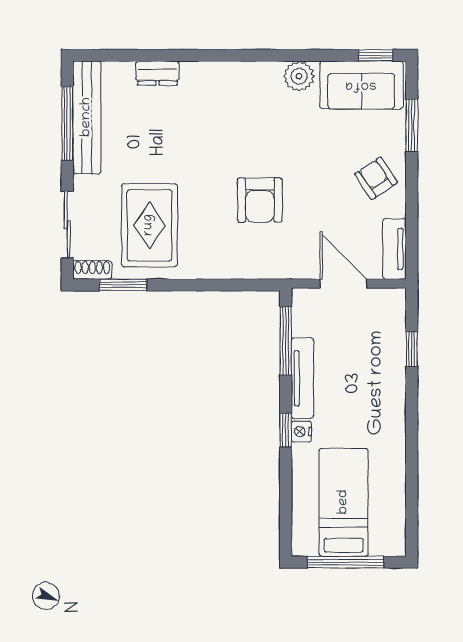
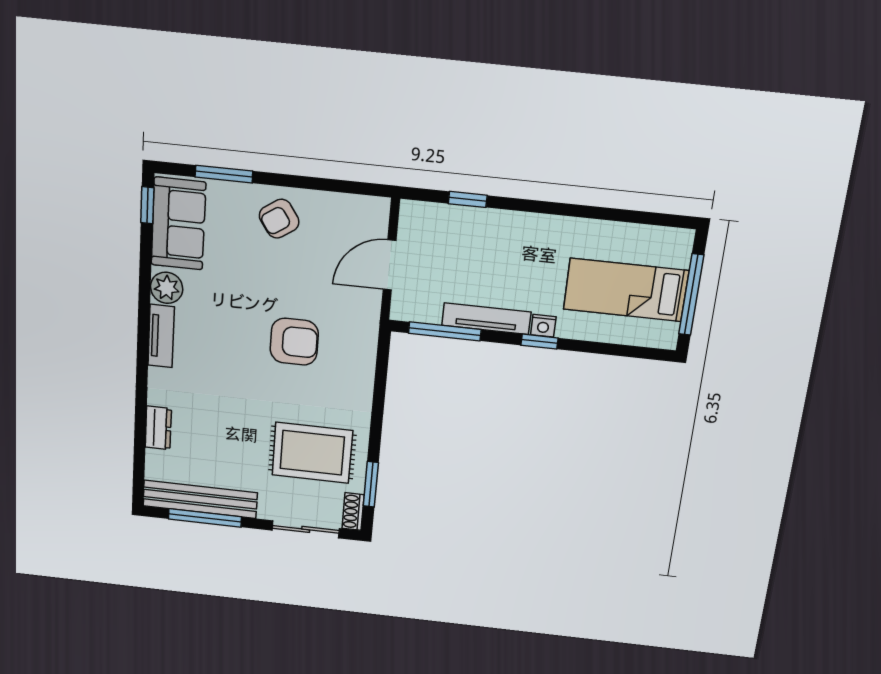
tv unit: (394, 249) -> (161, 336), moved, turned -90

